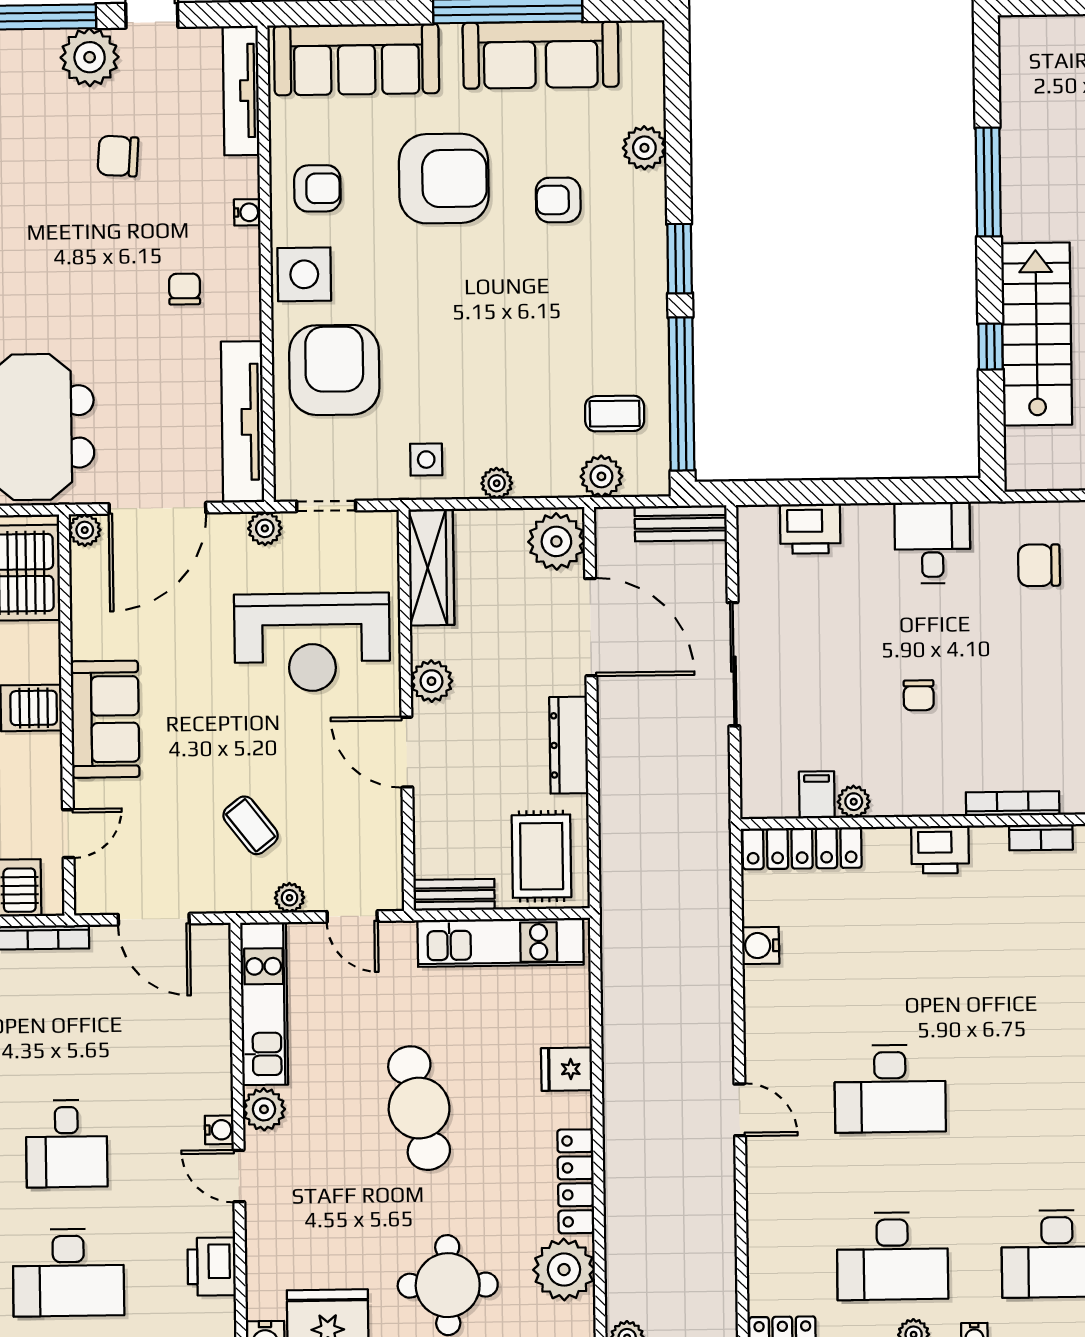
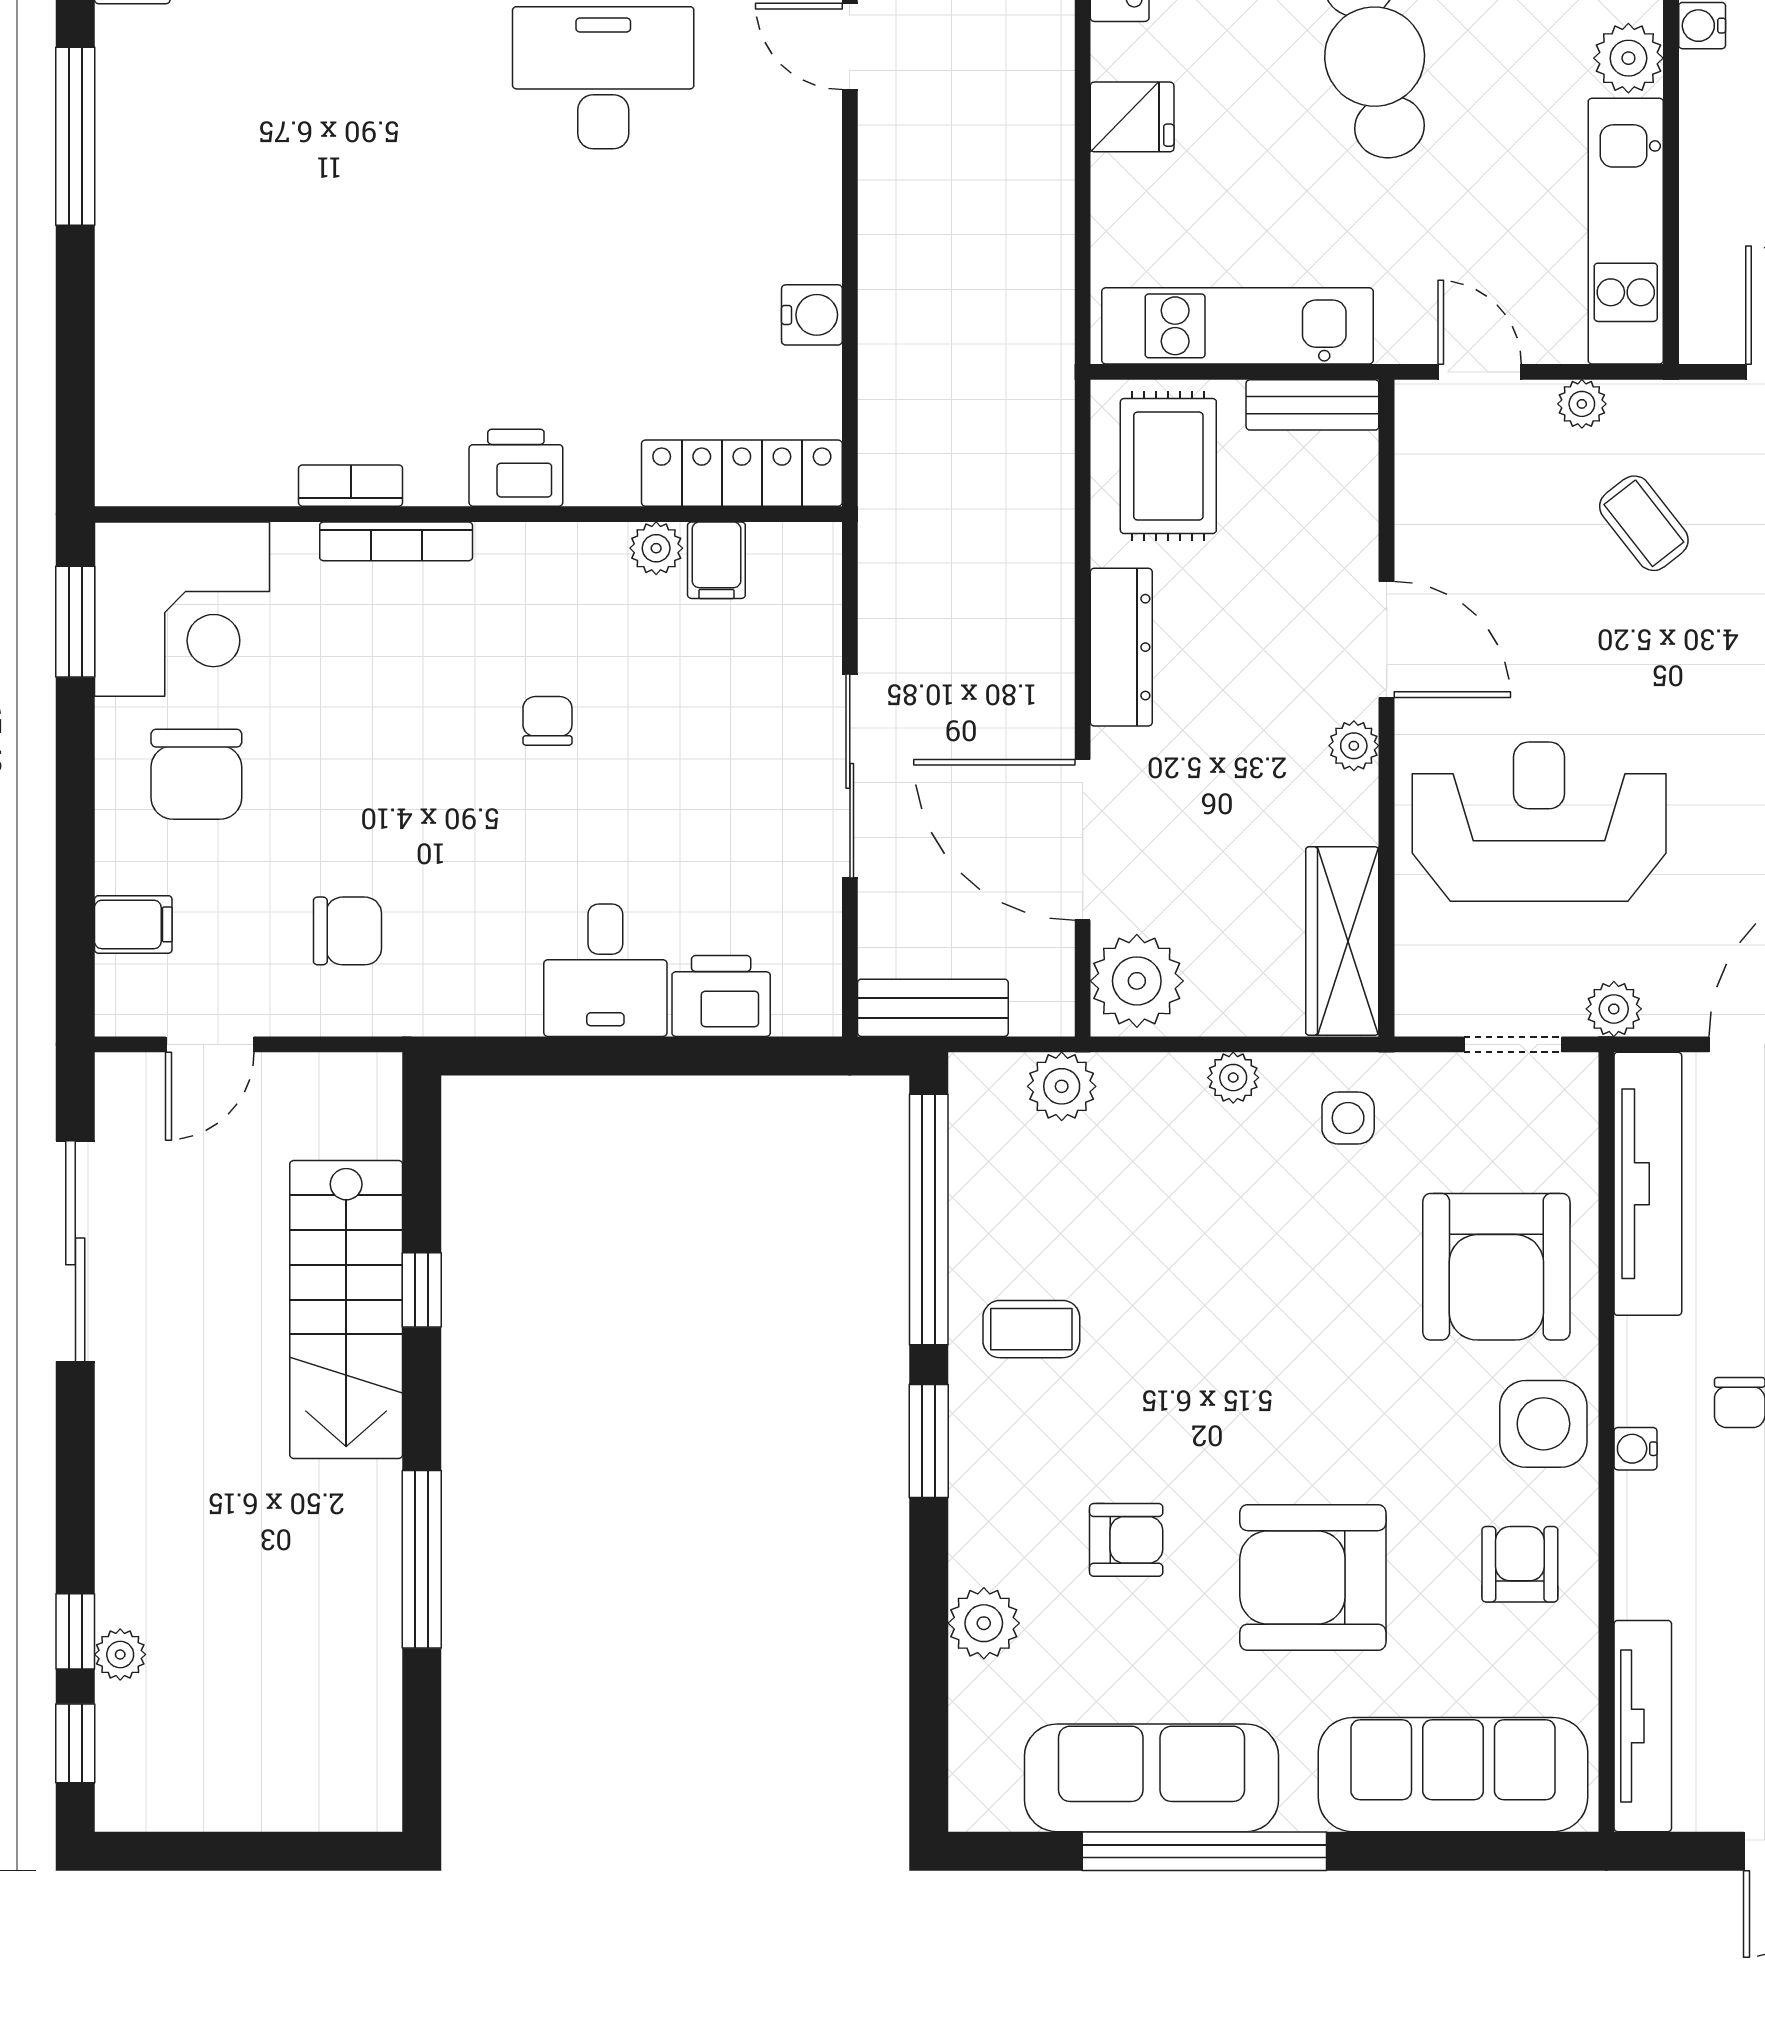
armchair: (317, 188) -> (1520, 1564), turned 90
water cooler: (247, 212) -> (1635, 1449), moved
coffee table: (615, 414) -> (1031, 1329), moved
desk: (932, 543) -> (605, 970), moved
plant: (432, 681) -> (1354, 746), width x0.73, depth x0.73

